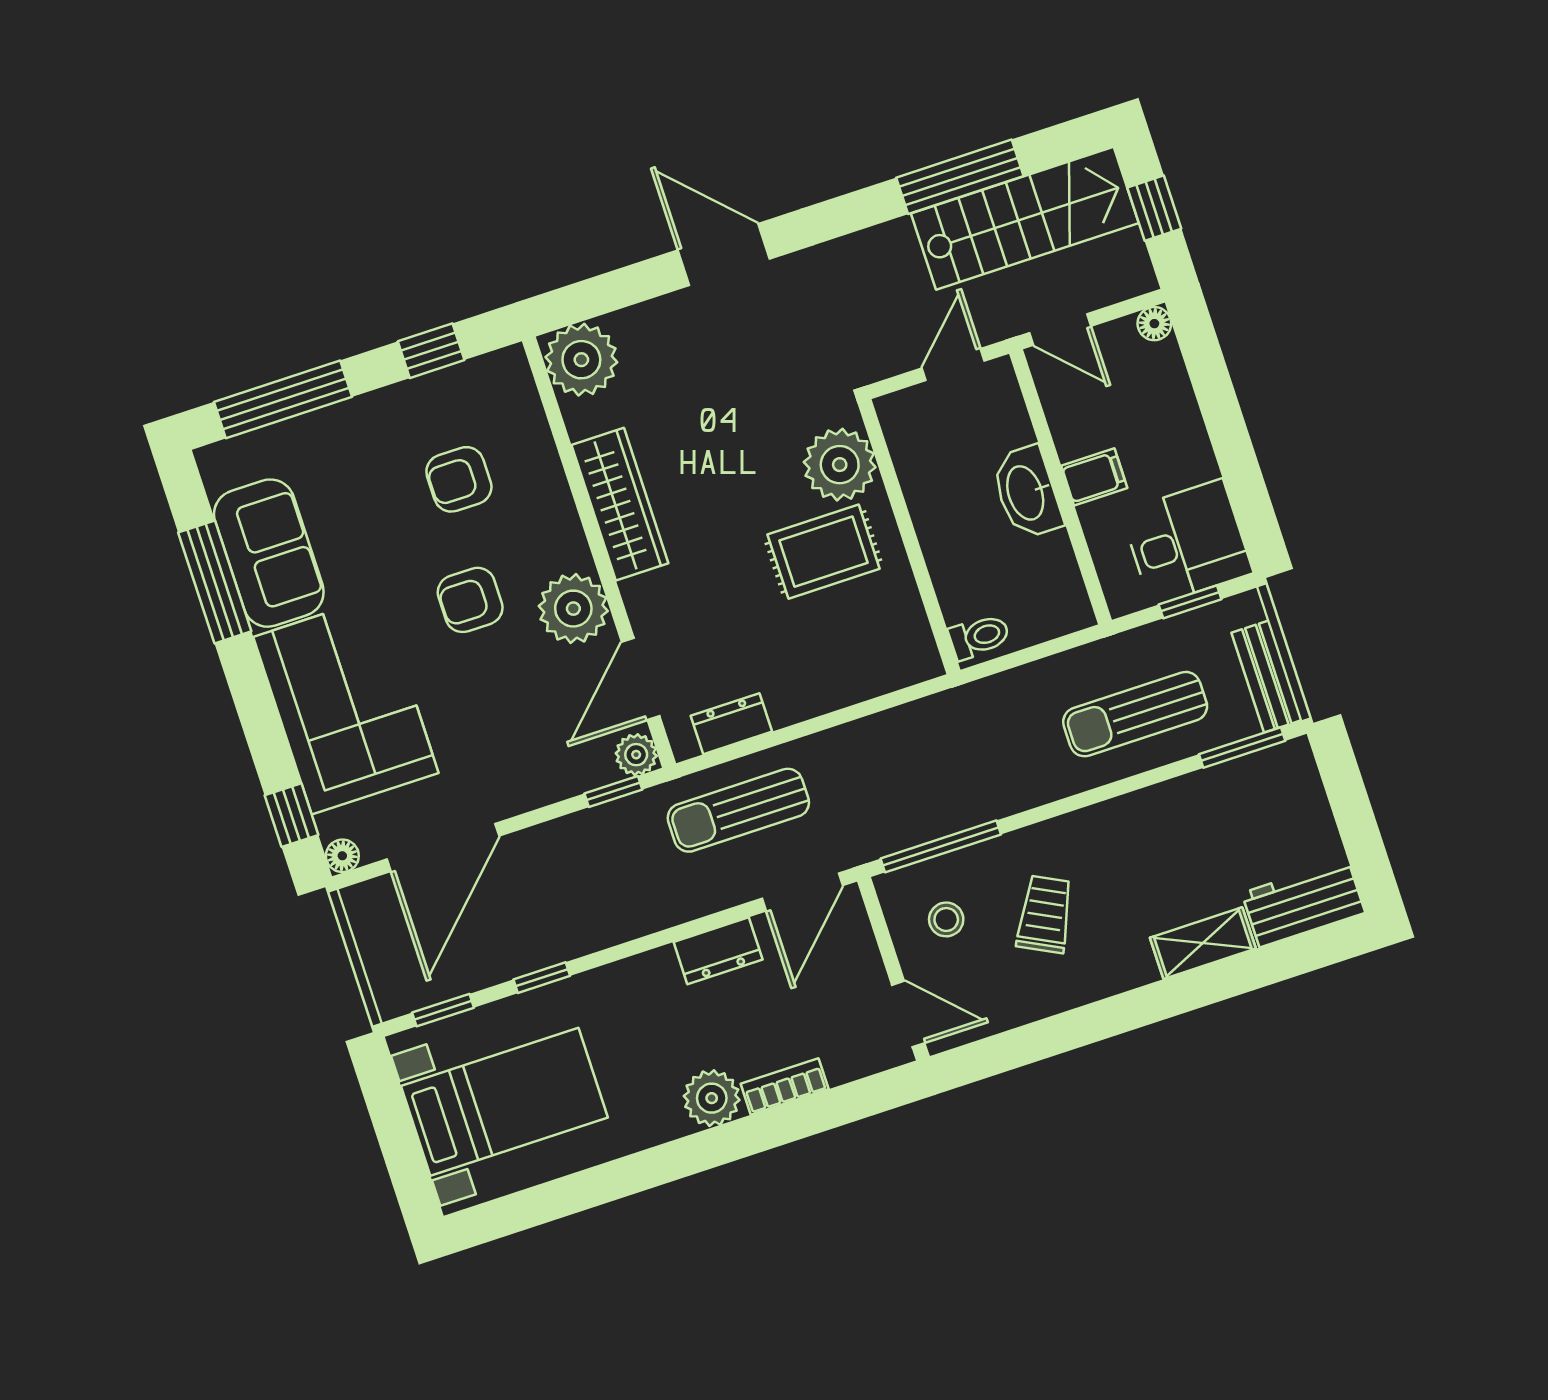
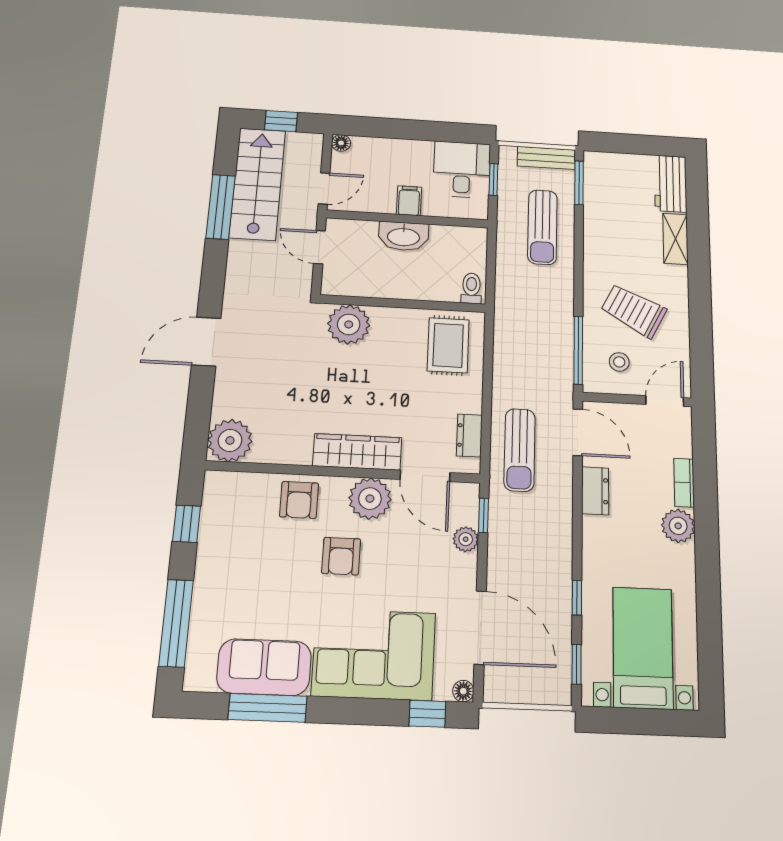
armchair: (459, 479) -> (299, 500), moved
wardrobe: (620, 504) -> (357, 452), moved
rug: (824, 552) -> (448, 345), moved
plant: (636, 755) -> (466, 539), moved
trolley: (1045, 914) -> (634, 311), width x1.36, depth x1.39

